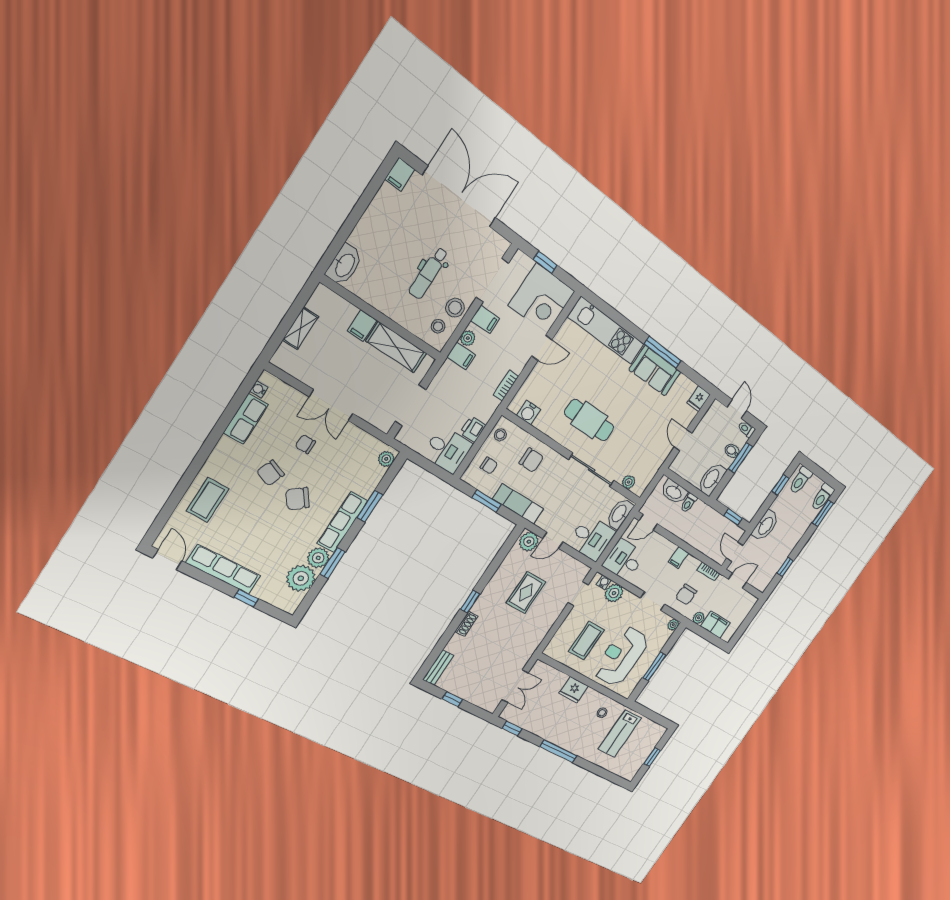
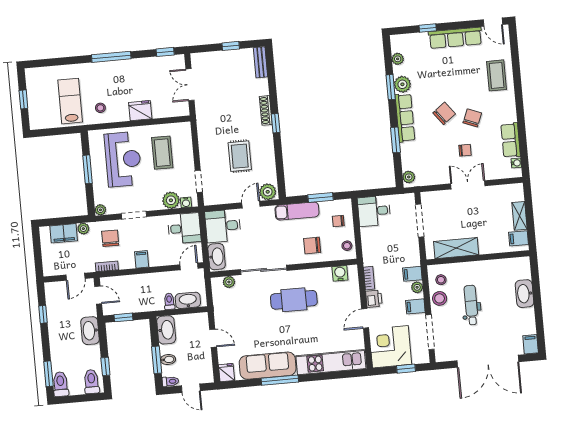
washbasin: (344, 265) -> (524, 294), moved
filing cabinet: (362, 326) -> (518, 238), moved, turned -90
sofa: (655, 371) -> (268, 366), width x1.36
printer: (473, 429) -> (374, 299), moved
plant: (301, 578) -> (398, 59), width x0.53, depth x0.53
shoe rack: (466, 624) -> (266, 110), width x1.43

